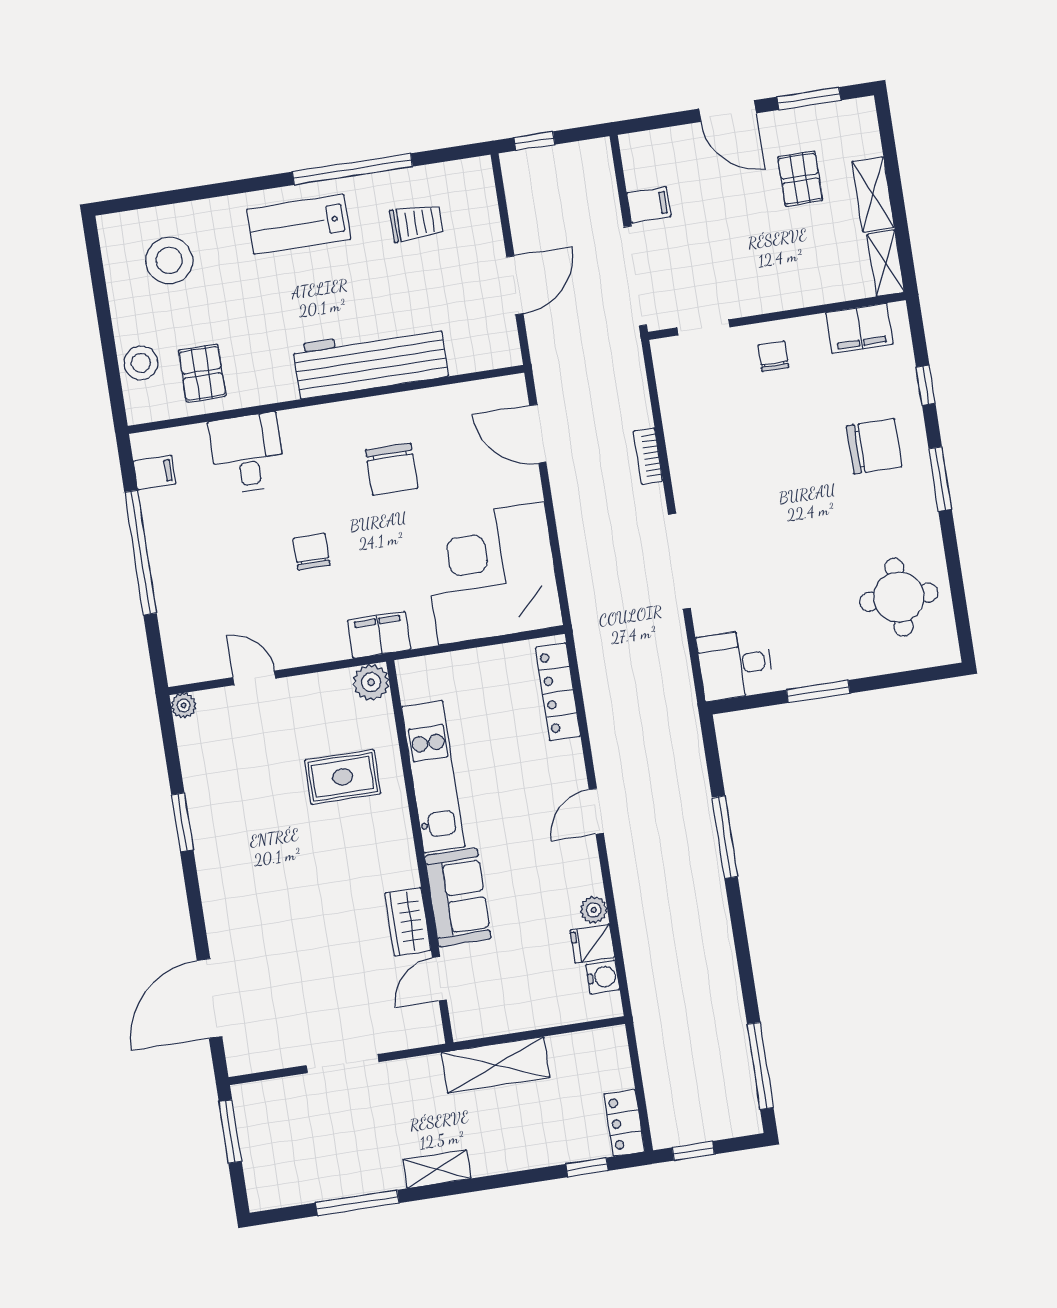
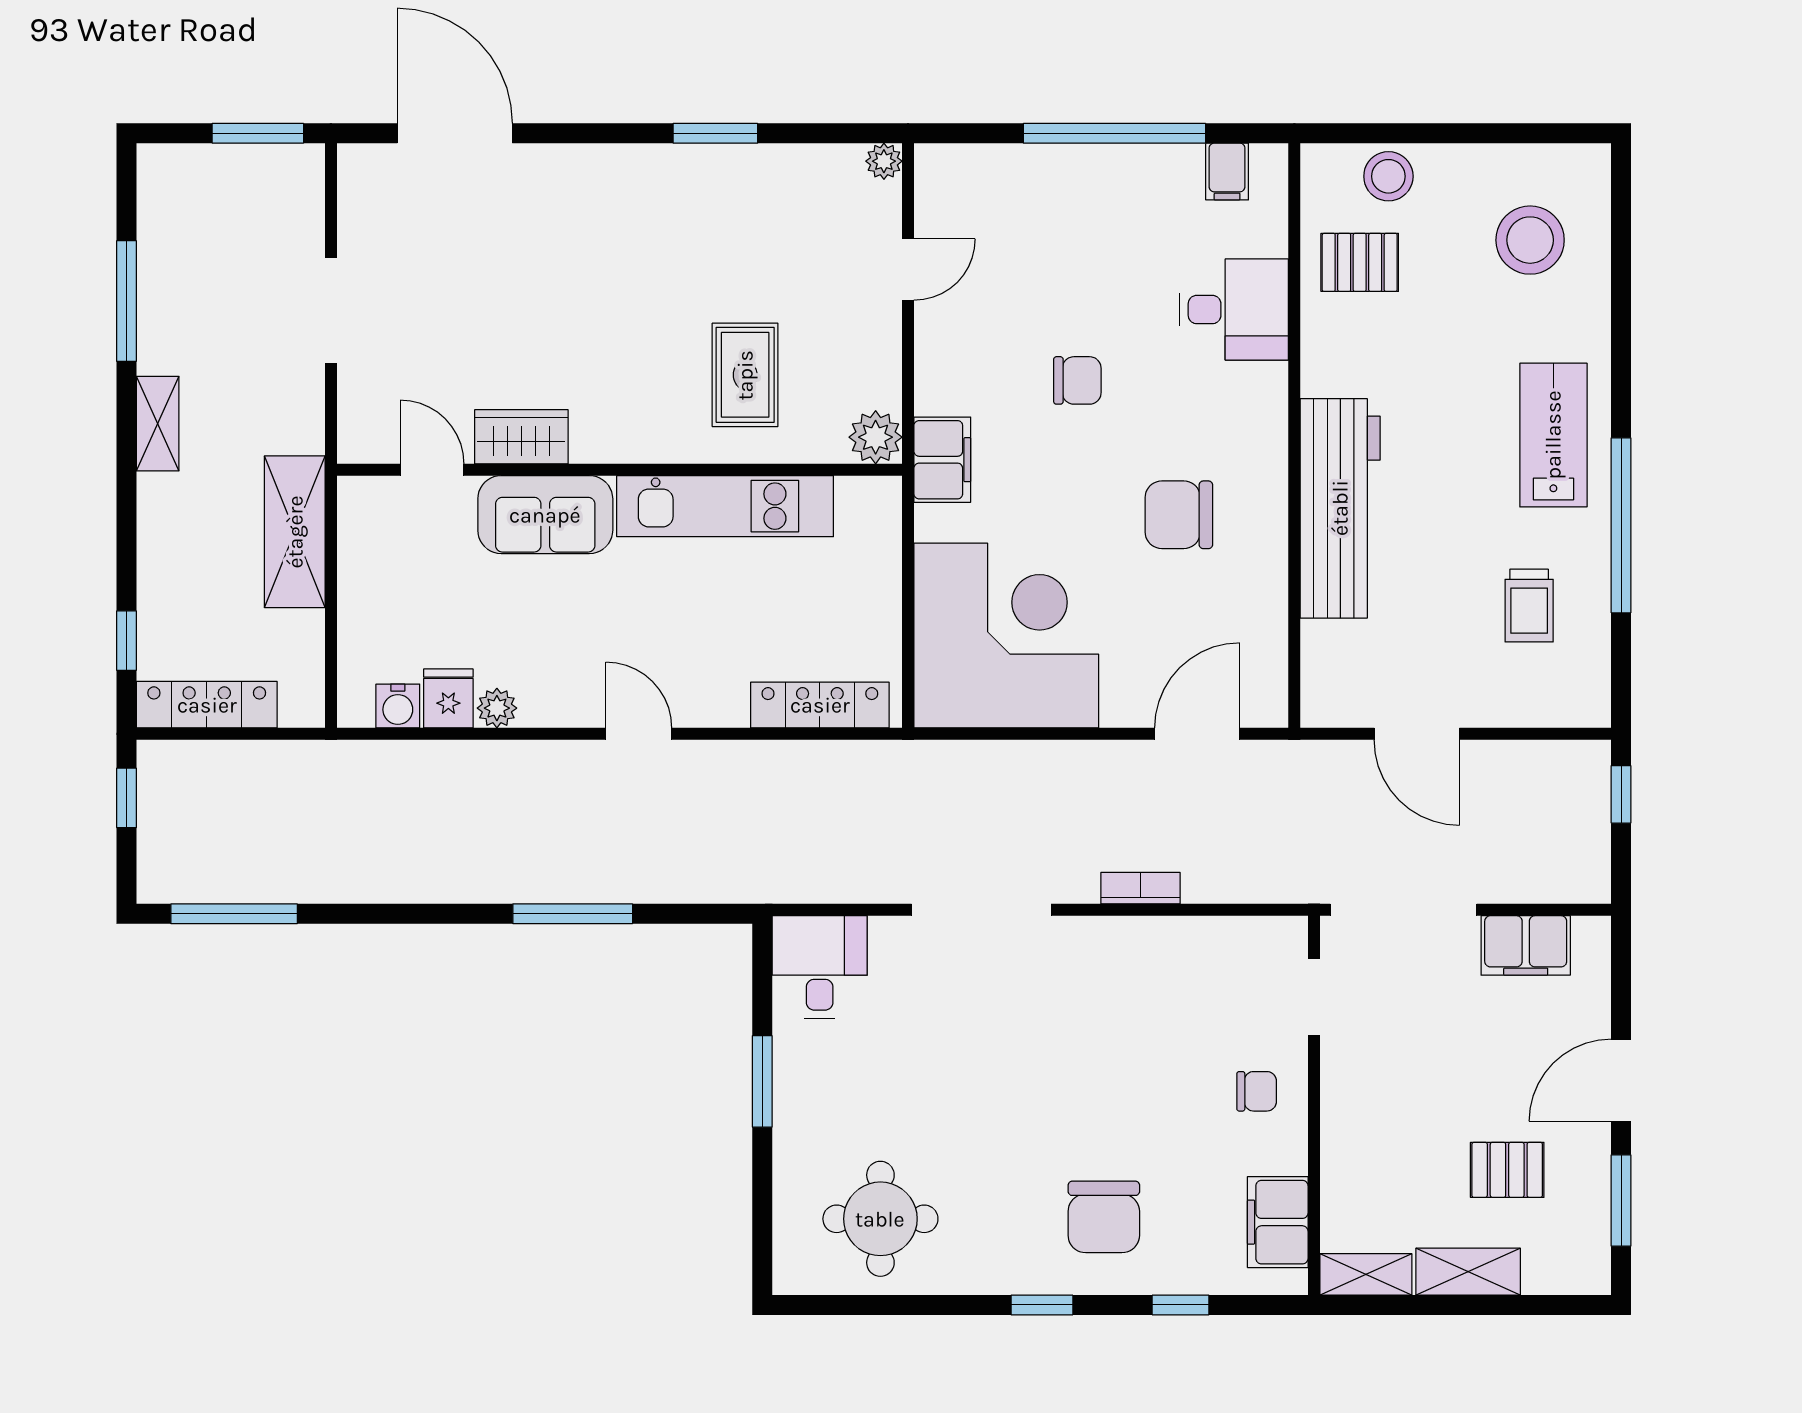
filing cabinet: (649, 205) -> (1526, 945), width x2.00
window: (940, 479) -> (1042, 1305), width x0.67
locker: (624, 1123) -> (207, 705), width x1.53

